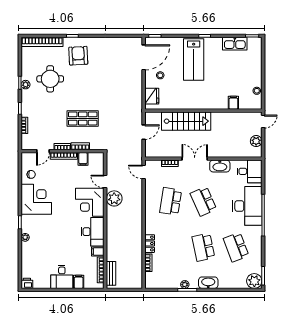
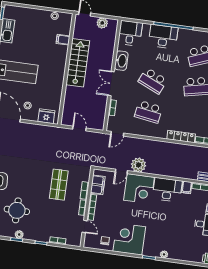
stairs: (186, 121) -> (78, 63), moved
filing cabinet: (83, 159) -> (98, 185), width x2.00
school desk: (203, 201) -> (153, 81), turned 48
desk: (247, 206) -> (163, 37), width x0.73, depth x0.77
locker: (150, 244) -> (181, 136), width x1.53

